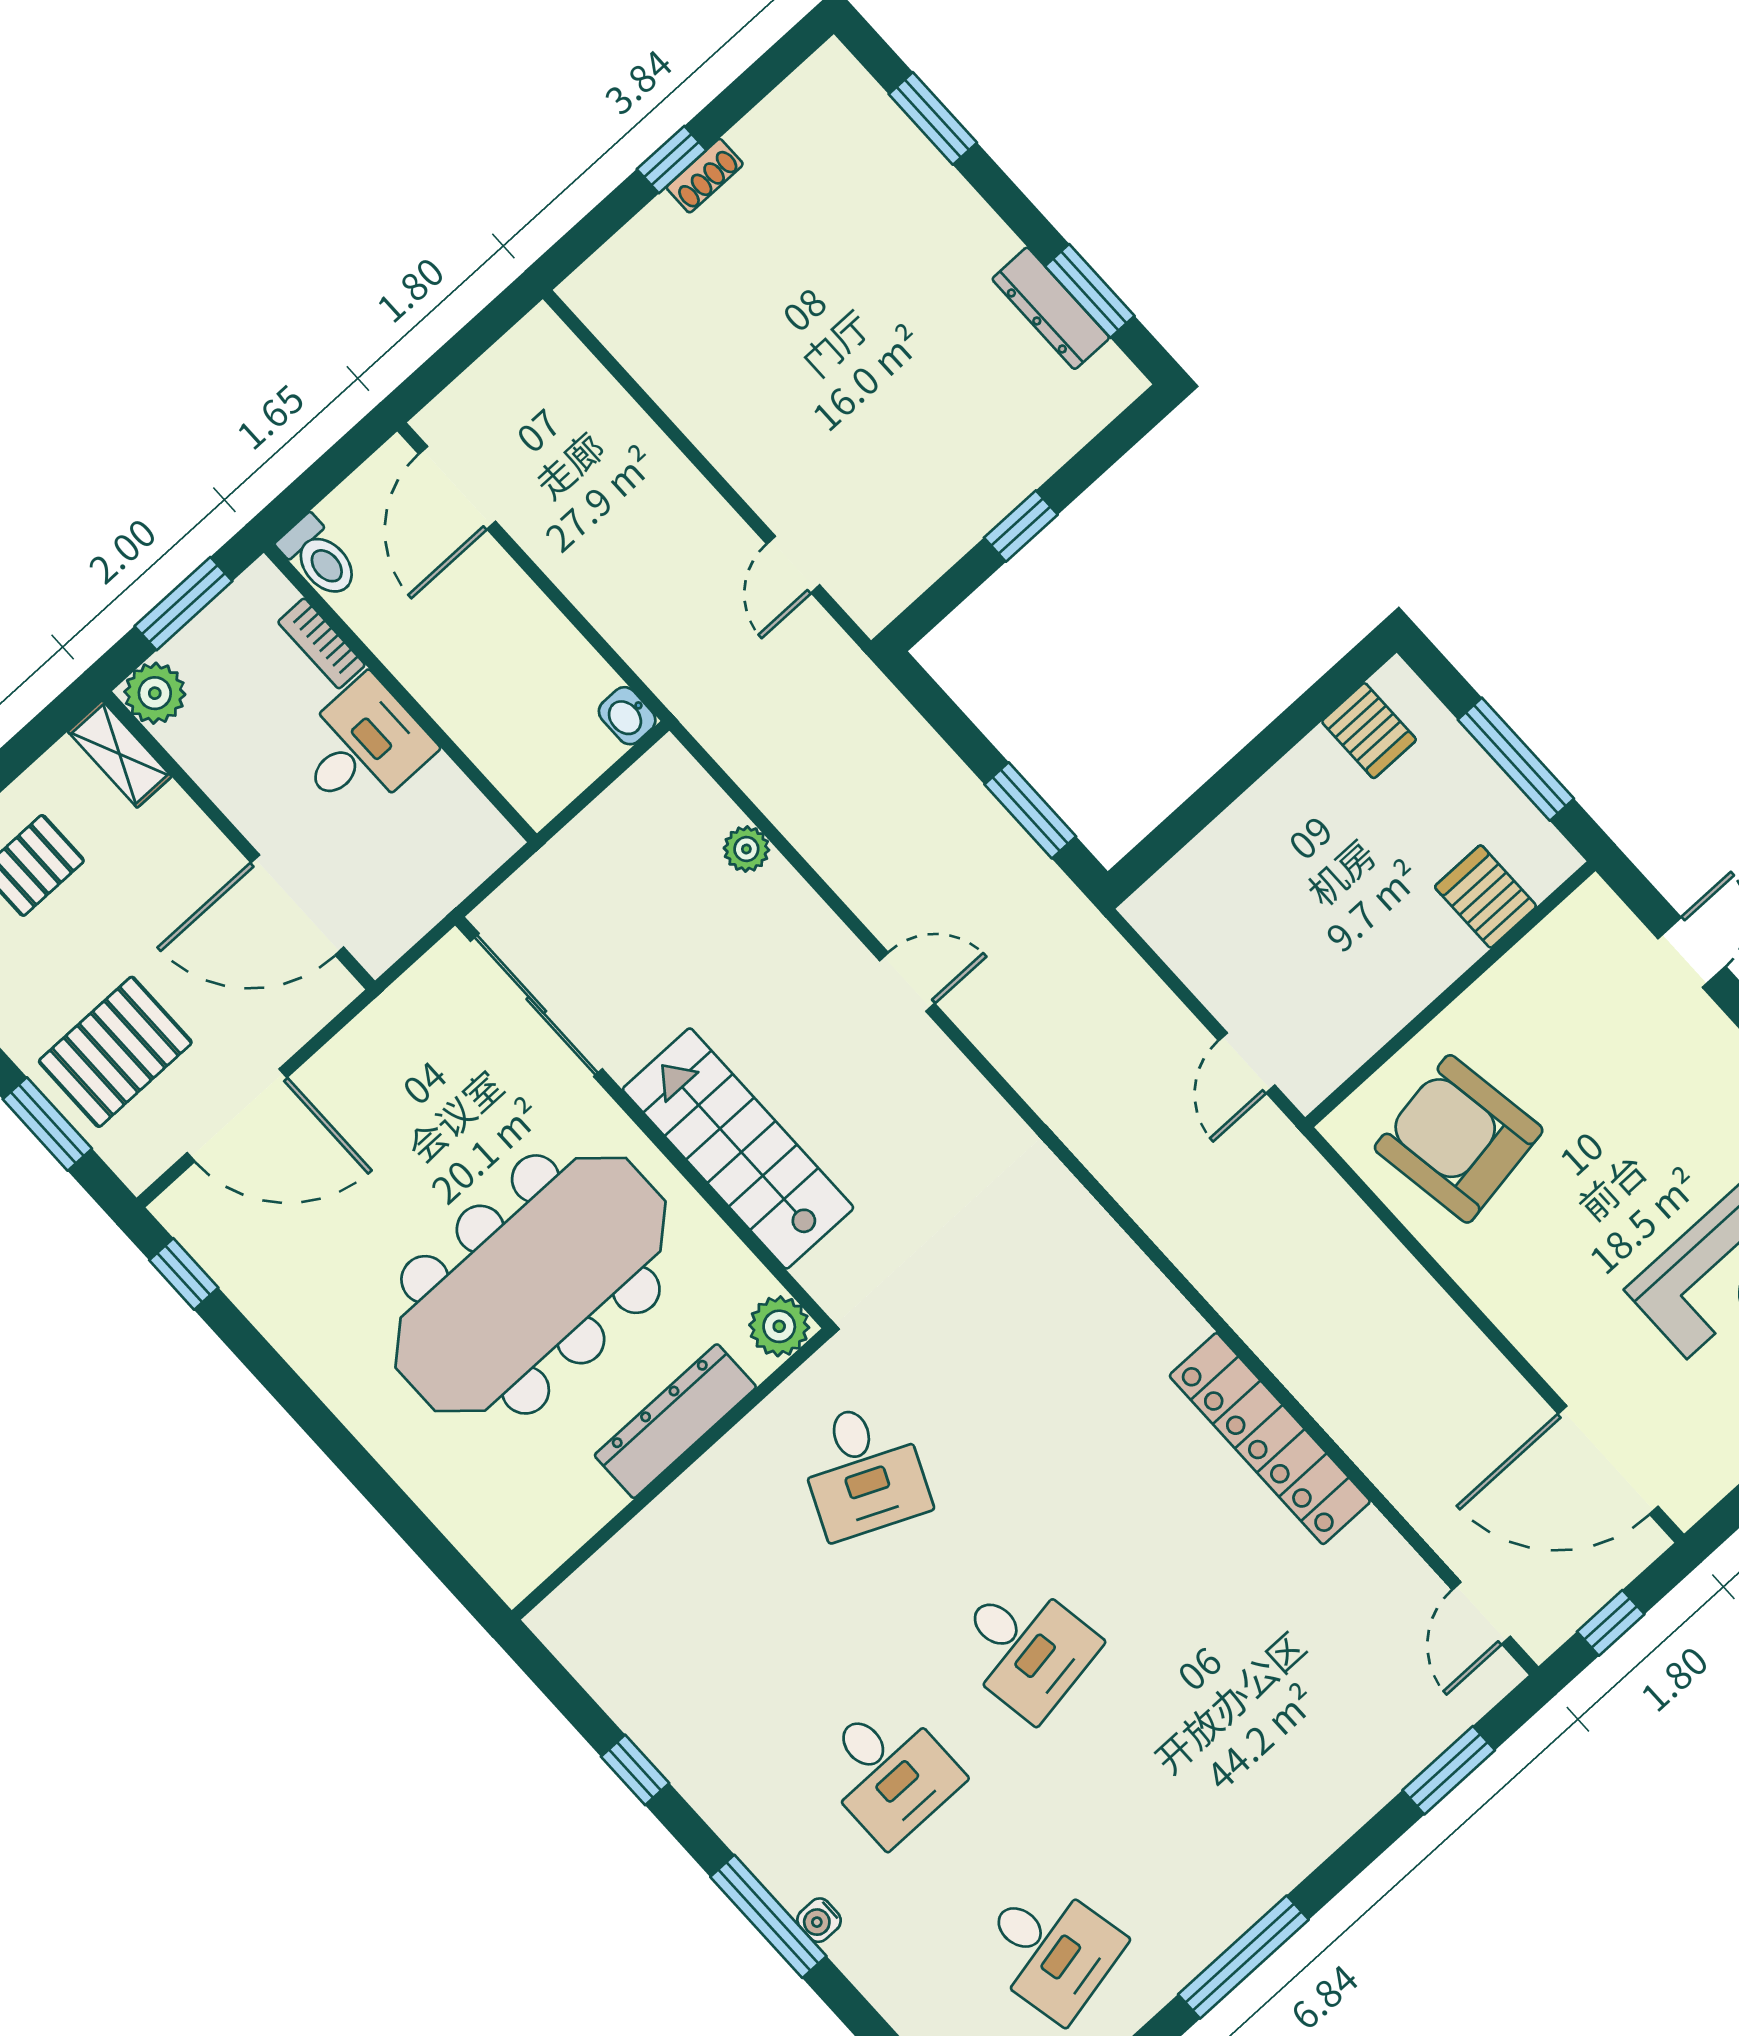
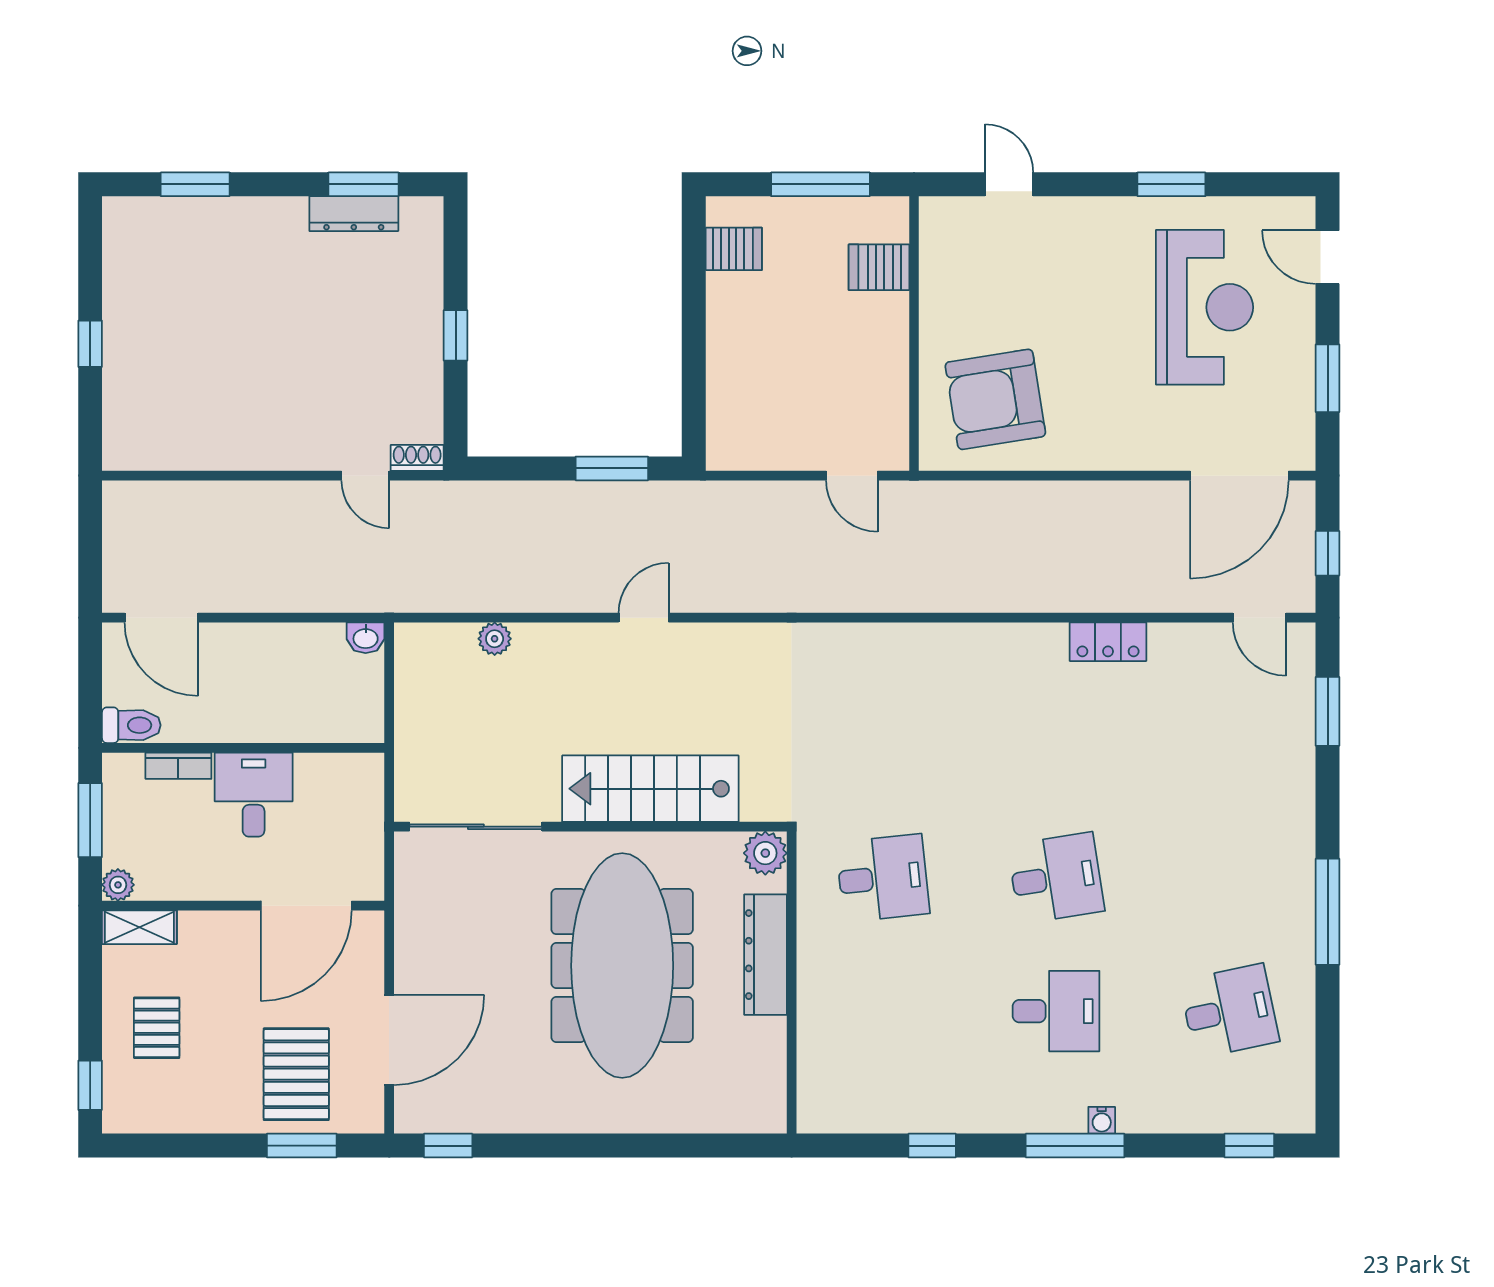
shoe rack: (705, 176) -> (417, 458), moved, turned -90
plant: (155, 693) -> (118, 885), width x0.73, depth x0.73
locker: (1270, 1439) -> (1108, 642), width x0.46, depth x0.83
desk: (863, 1470) -> (883, 878), turned -30

